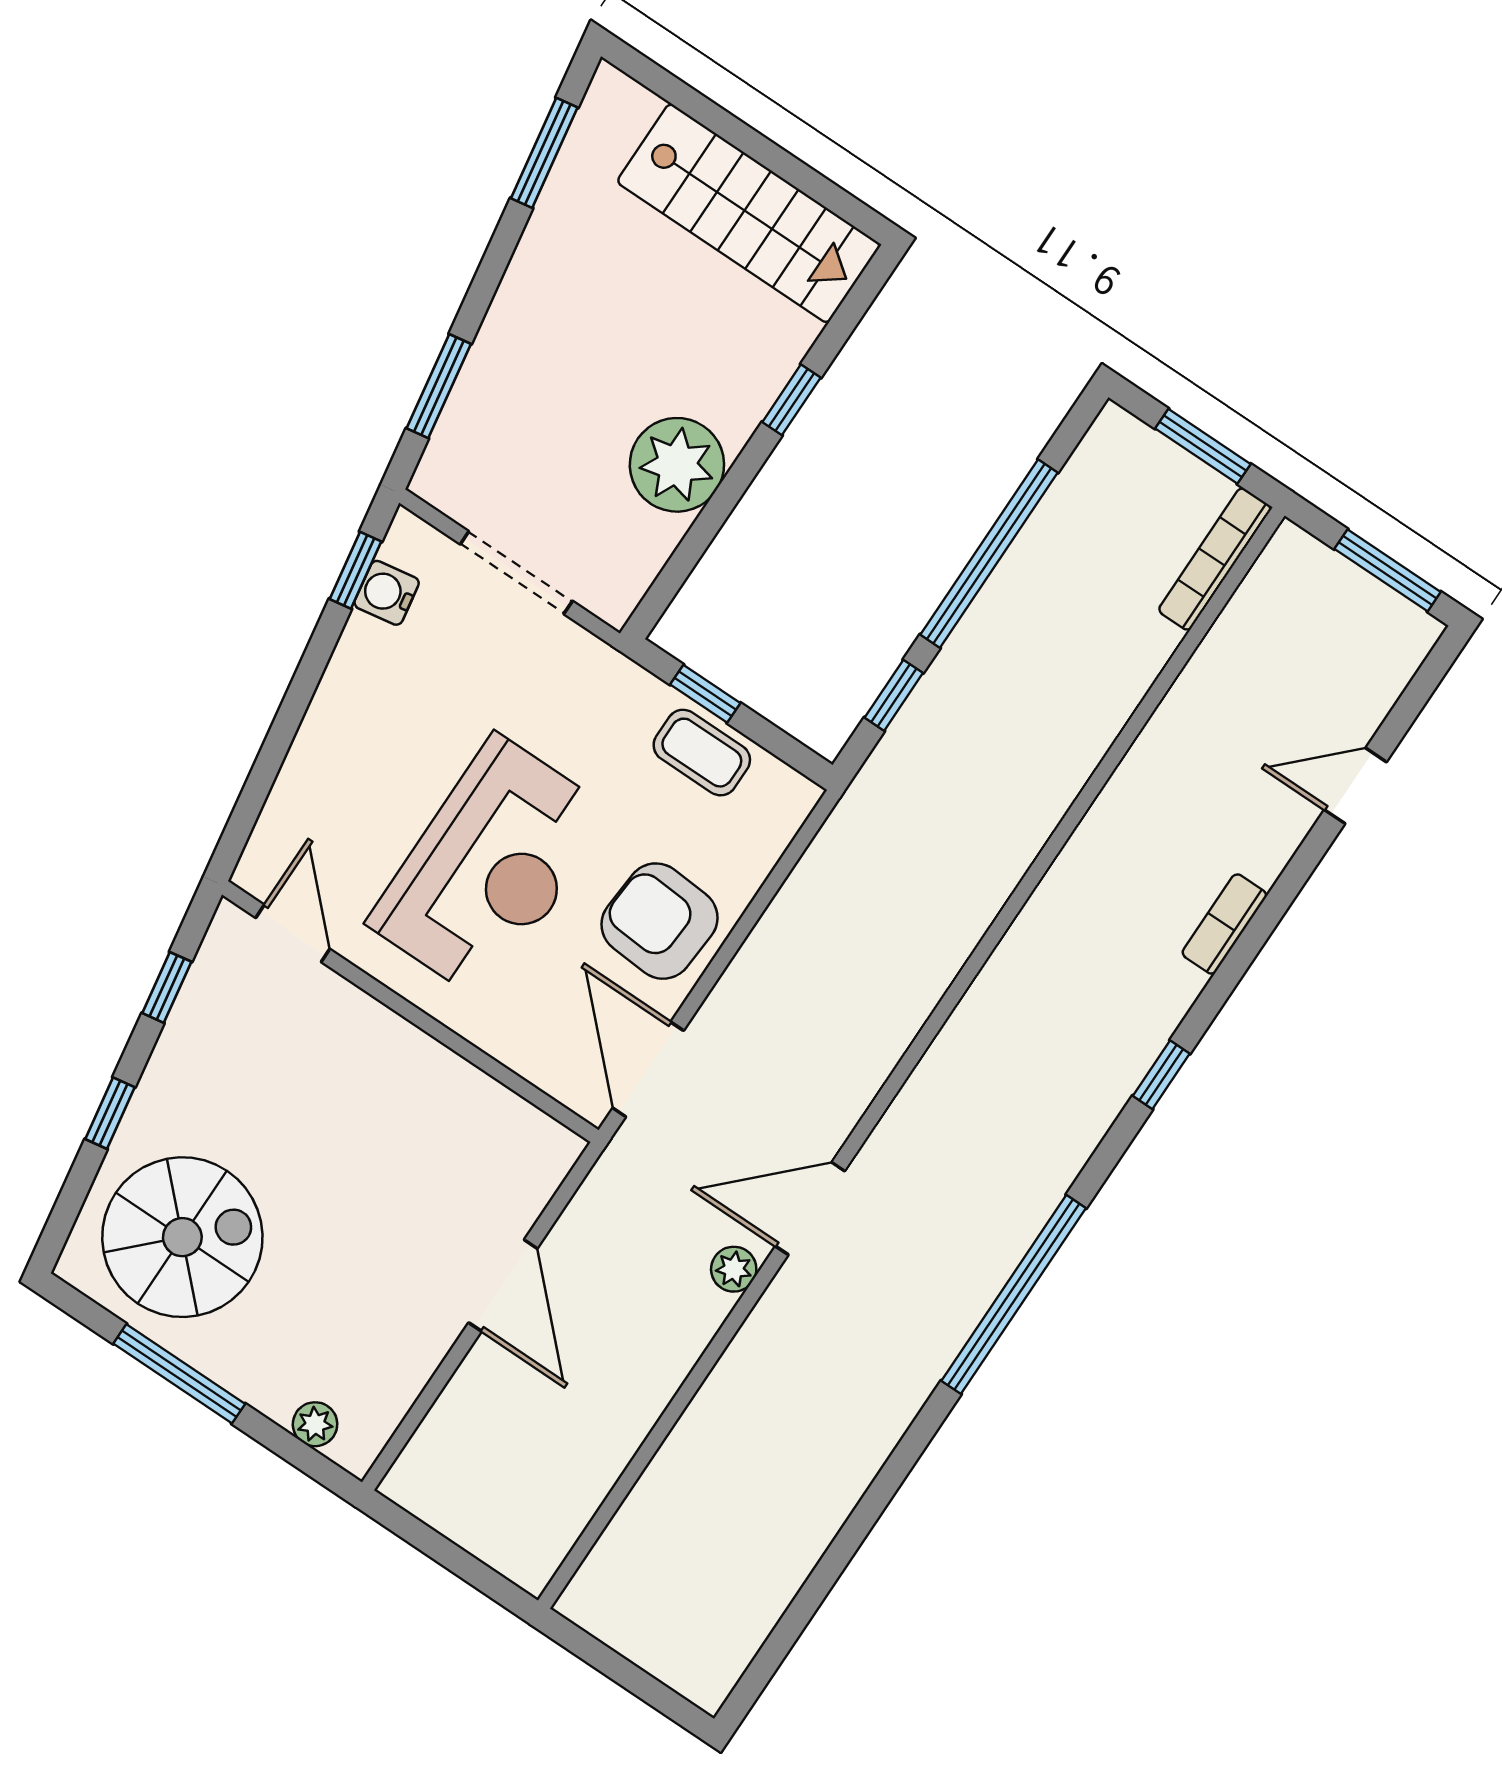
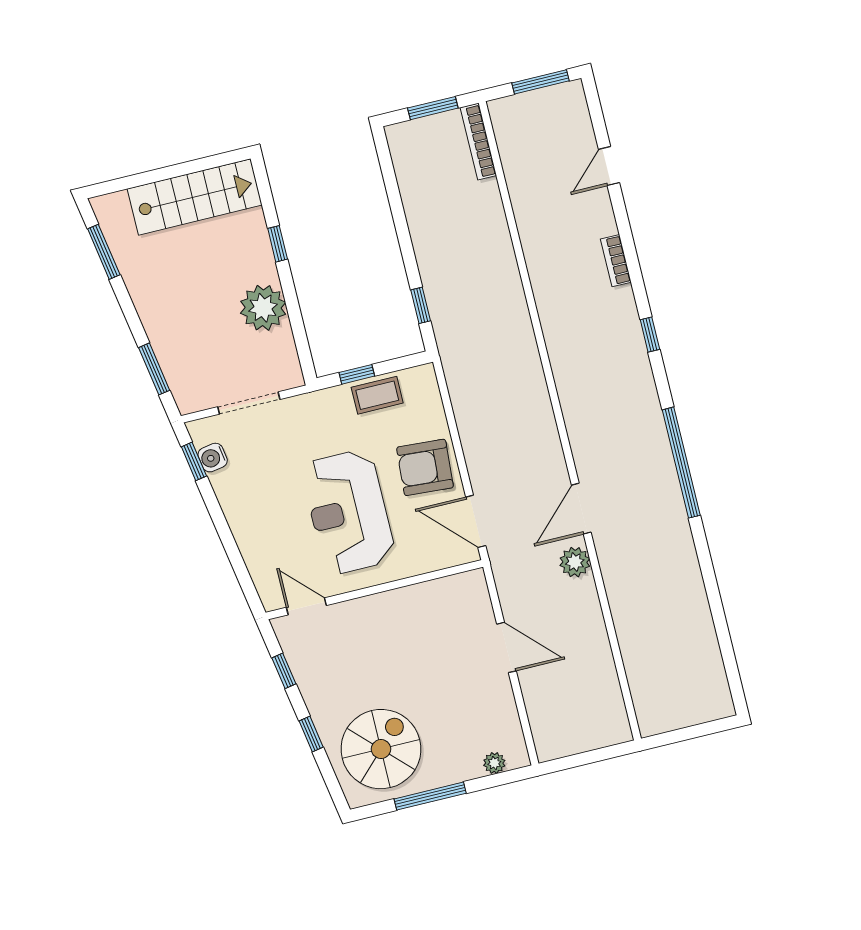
window: (989, 554) -> (401, 223), removed
reception desk: (490, 868) -> (348, 512), turned 180
plant: (734, 1269) -> (575, 562), width x1.38, depth x1.38

